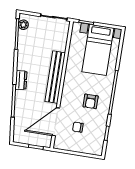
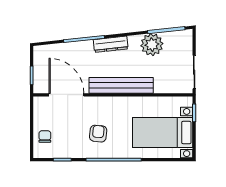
plant: (23, 25) -> (152, 45), moved, width x1.88, depth x1.88
dresser: (21, 80) -> (111, 44), width x1.44
armchair: (91, 101) -> (98, 134), turned 96
chair: (78, 127) -> (45, 137), moved

